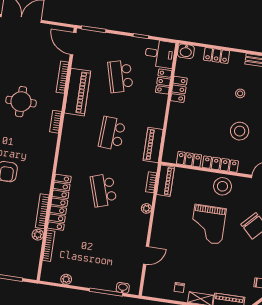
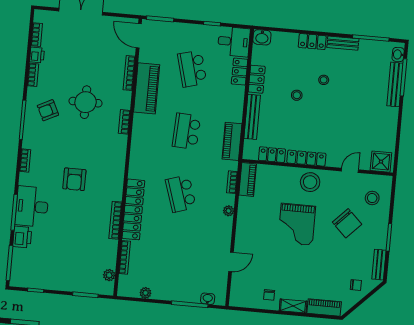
locker: (216, 55) -> (312, 42), moved
bench: (173, 124) -> (252, 117), added
stool: (240, 131) -> (297, 95), moved, width x0.53, depth x0.53
plant: (38, 235) -> (109, 275), moved

